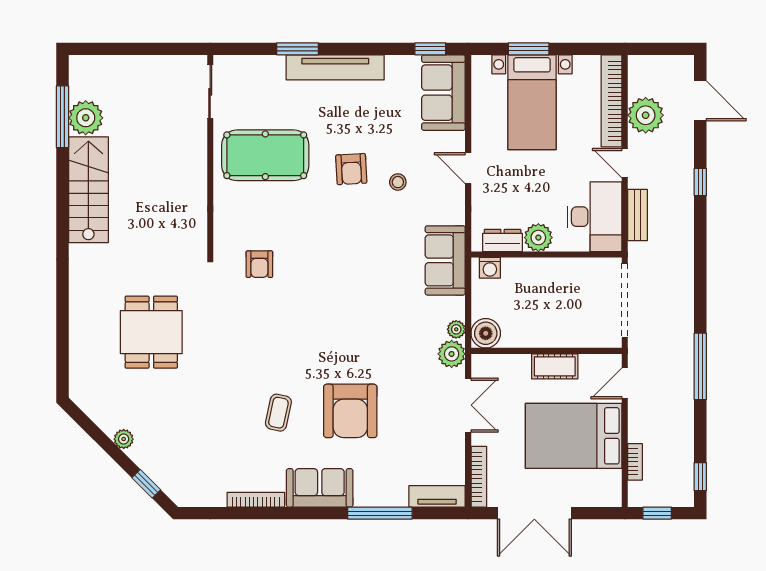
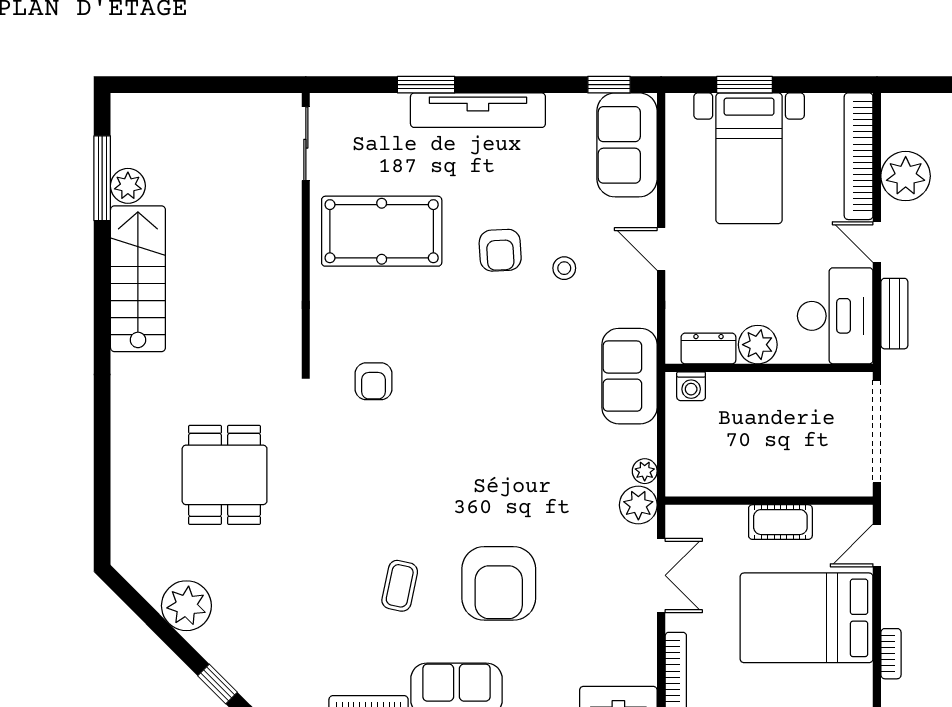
plant: (86, 118) -> (128, 186), width x0.73, depth x0.73
boiler: (486, 333) -> (685, 476), removed
plant: (124, 439) -> (186, 606), width x1.88, depth x1.88

